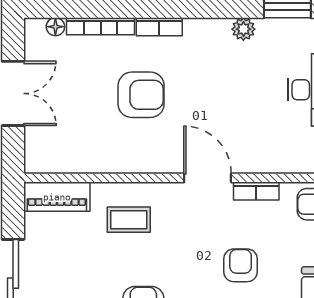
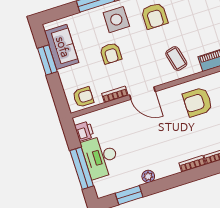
armchair: (141, 95) -> (198, 102), moved
coffee table: (129, 220) -> (176, 59), turned 76

